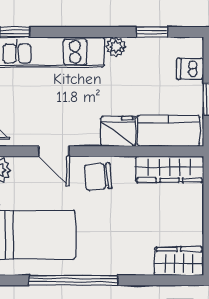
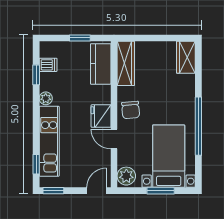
dishwasher: (190, 69) -> (48, 65), moved, turned -90
fridge: (118, 131) -> (101, 116), moved
door: (54, 151) -> (114, 139), swing flipped

